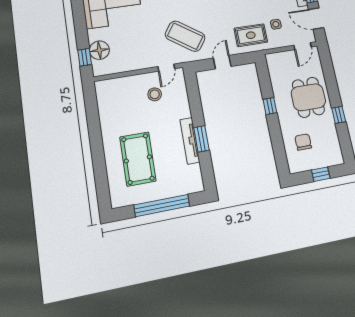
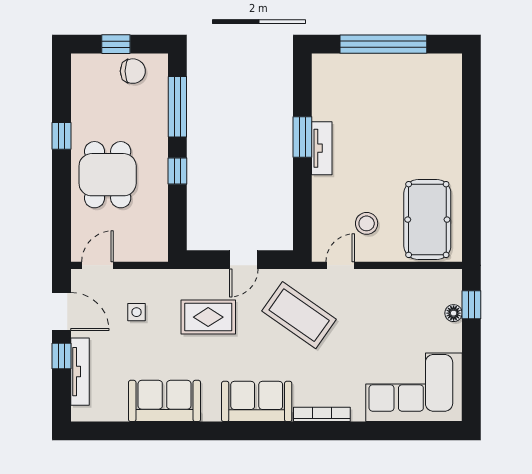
rug: (251, 35) -> (208, 317), moved
floor lamp: (99, 50) -> (454, 313), width x0.53, depth x0.53
tv unit: (190, 141) -> (322, 148), width x0.71
chair: (303, 142) -> (133, 71), moved, turned -90
window: (278, 144) -> (177, 107), added
pool table: (138, 159) -> (427, 220), moved

